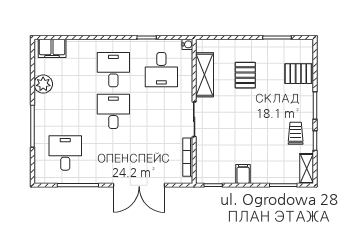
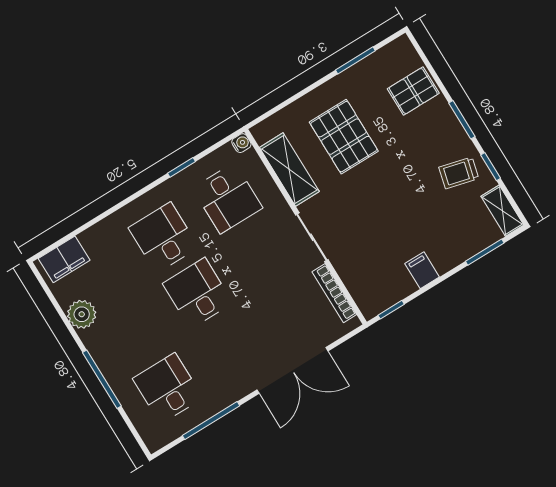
pallet: (245, 75) -> (344, 137), width x1.50, depth x1.42
trolley: (296, 133) -> (459, 173), turned -76

